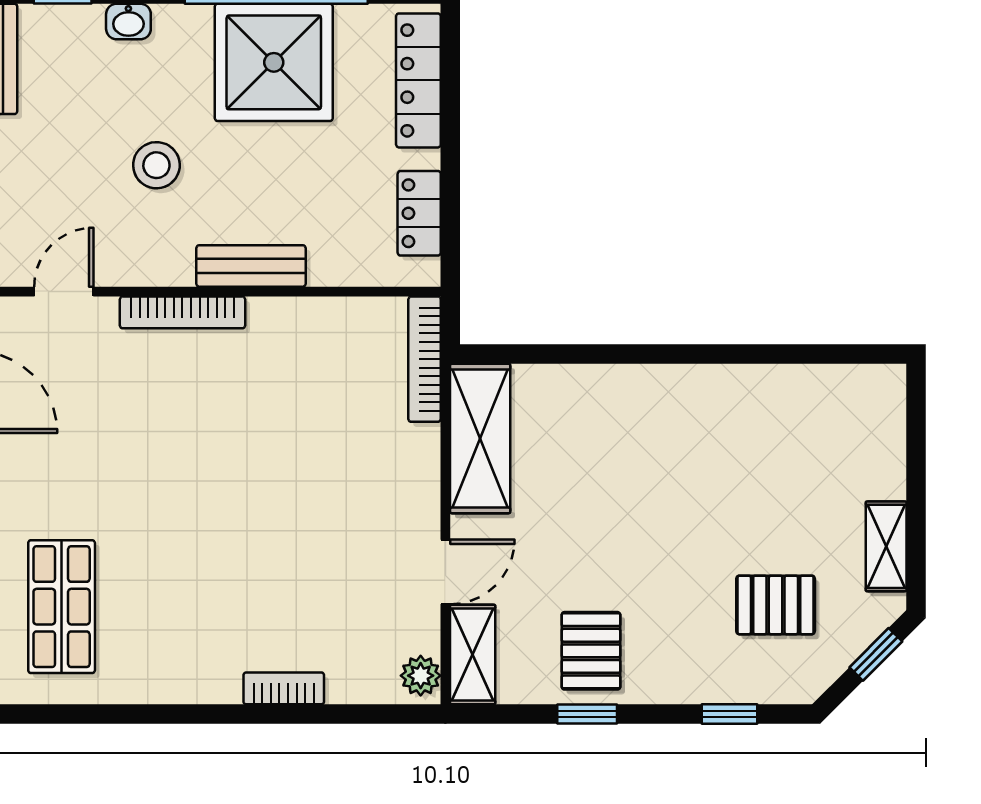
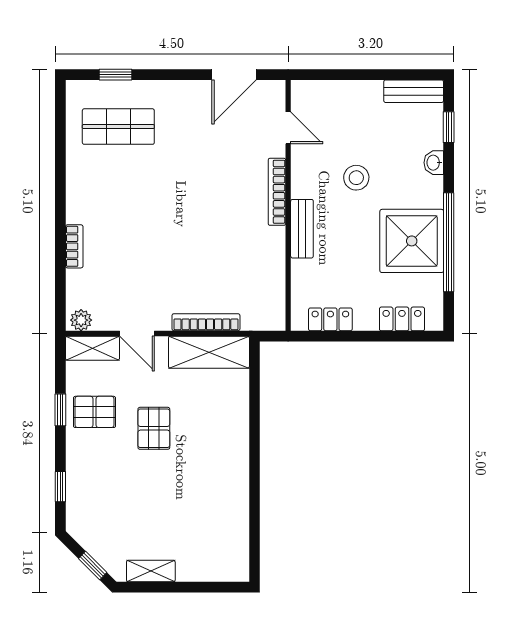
locker: (418, 80) -> (402, 319), width x0.66
bookcase: (425, 359) -> (206, 322), moved
pallet: (776, 605) -> (154, 428), moved

